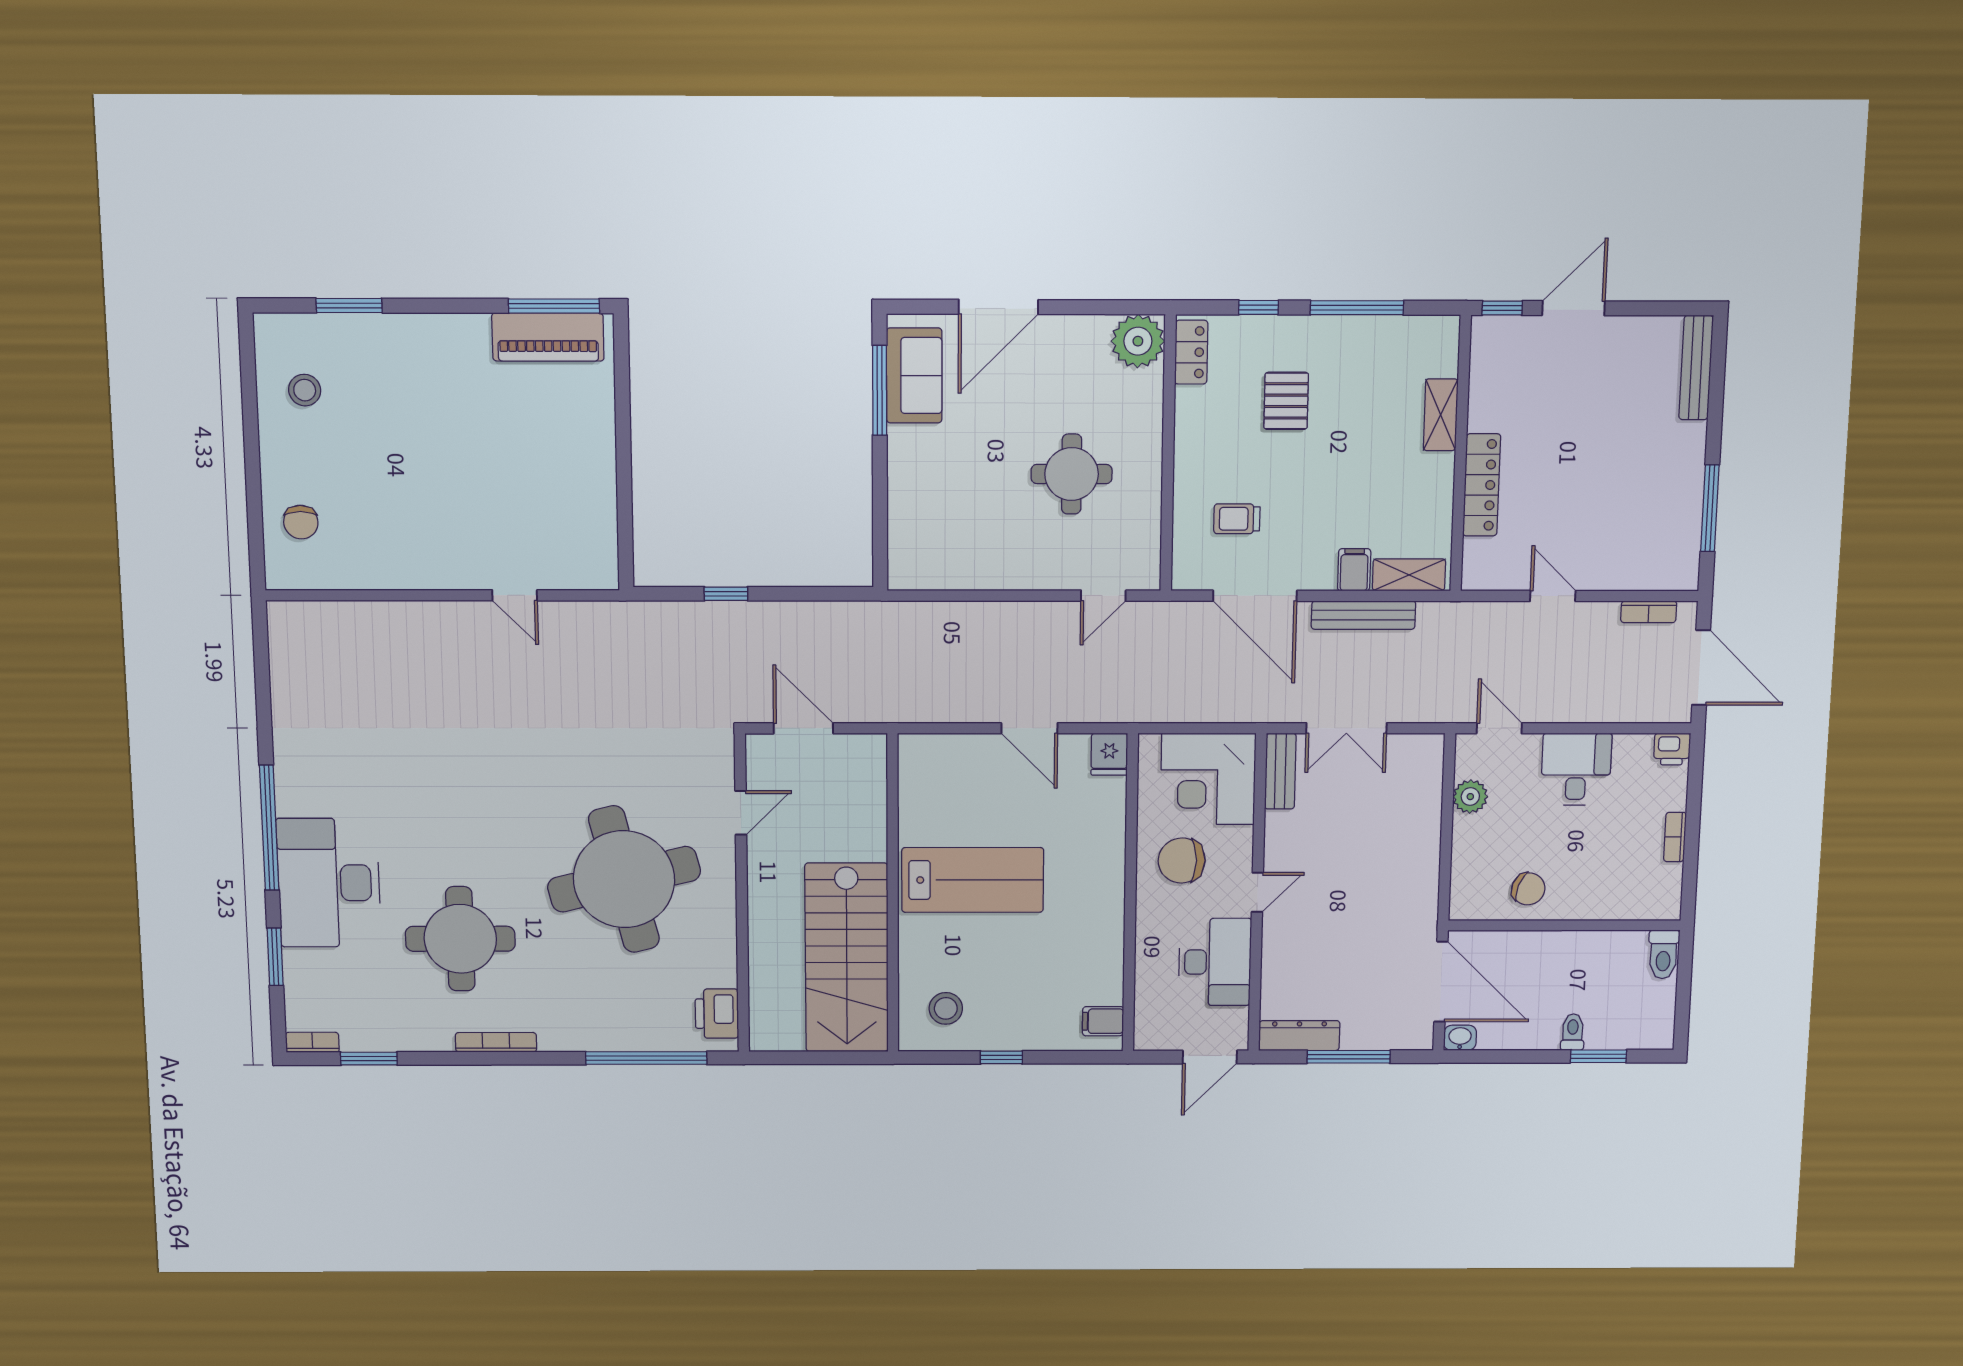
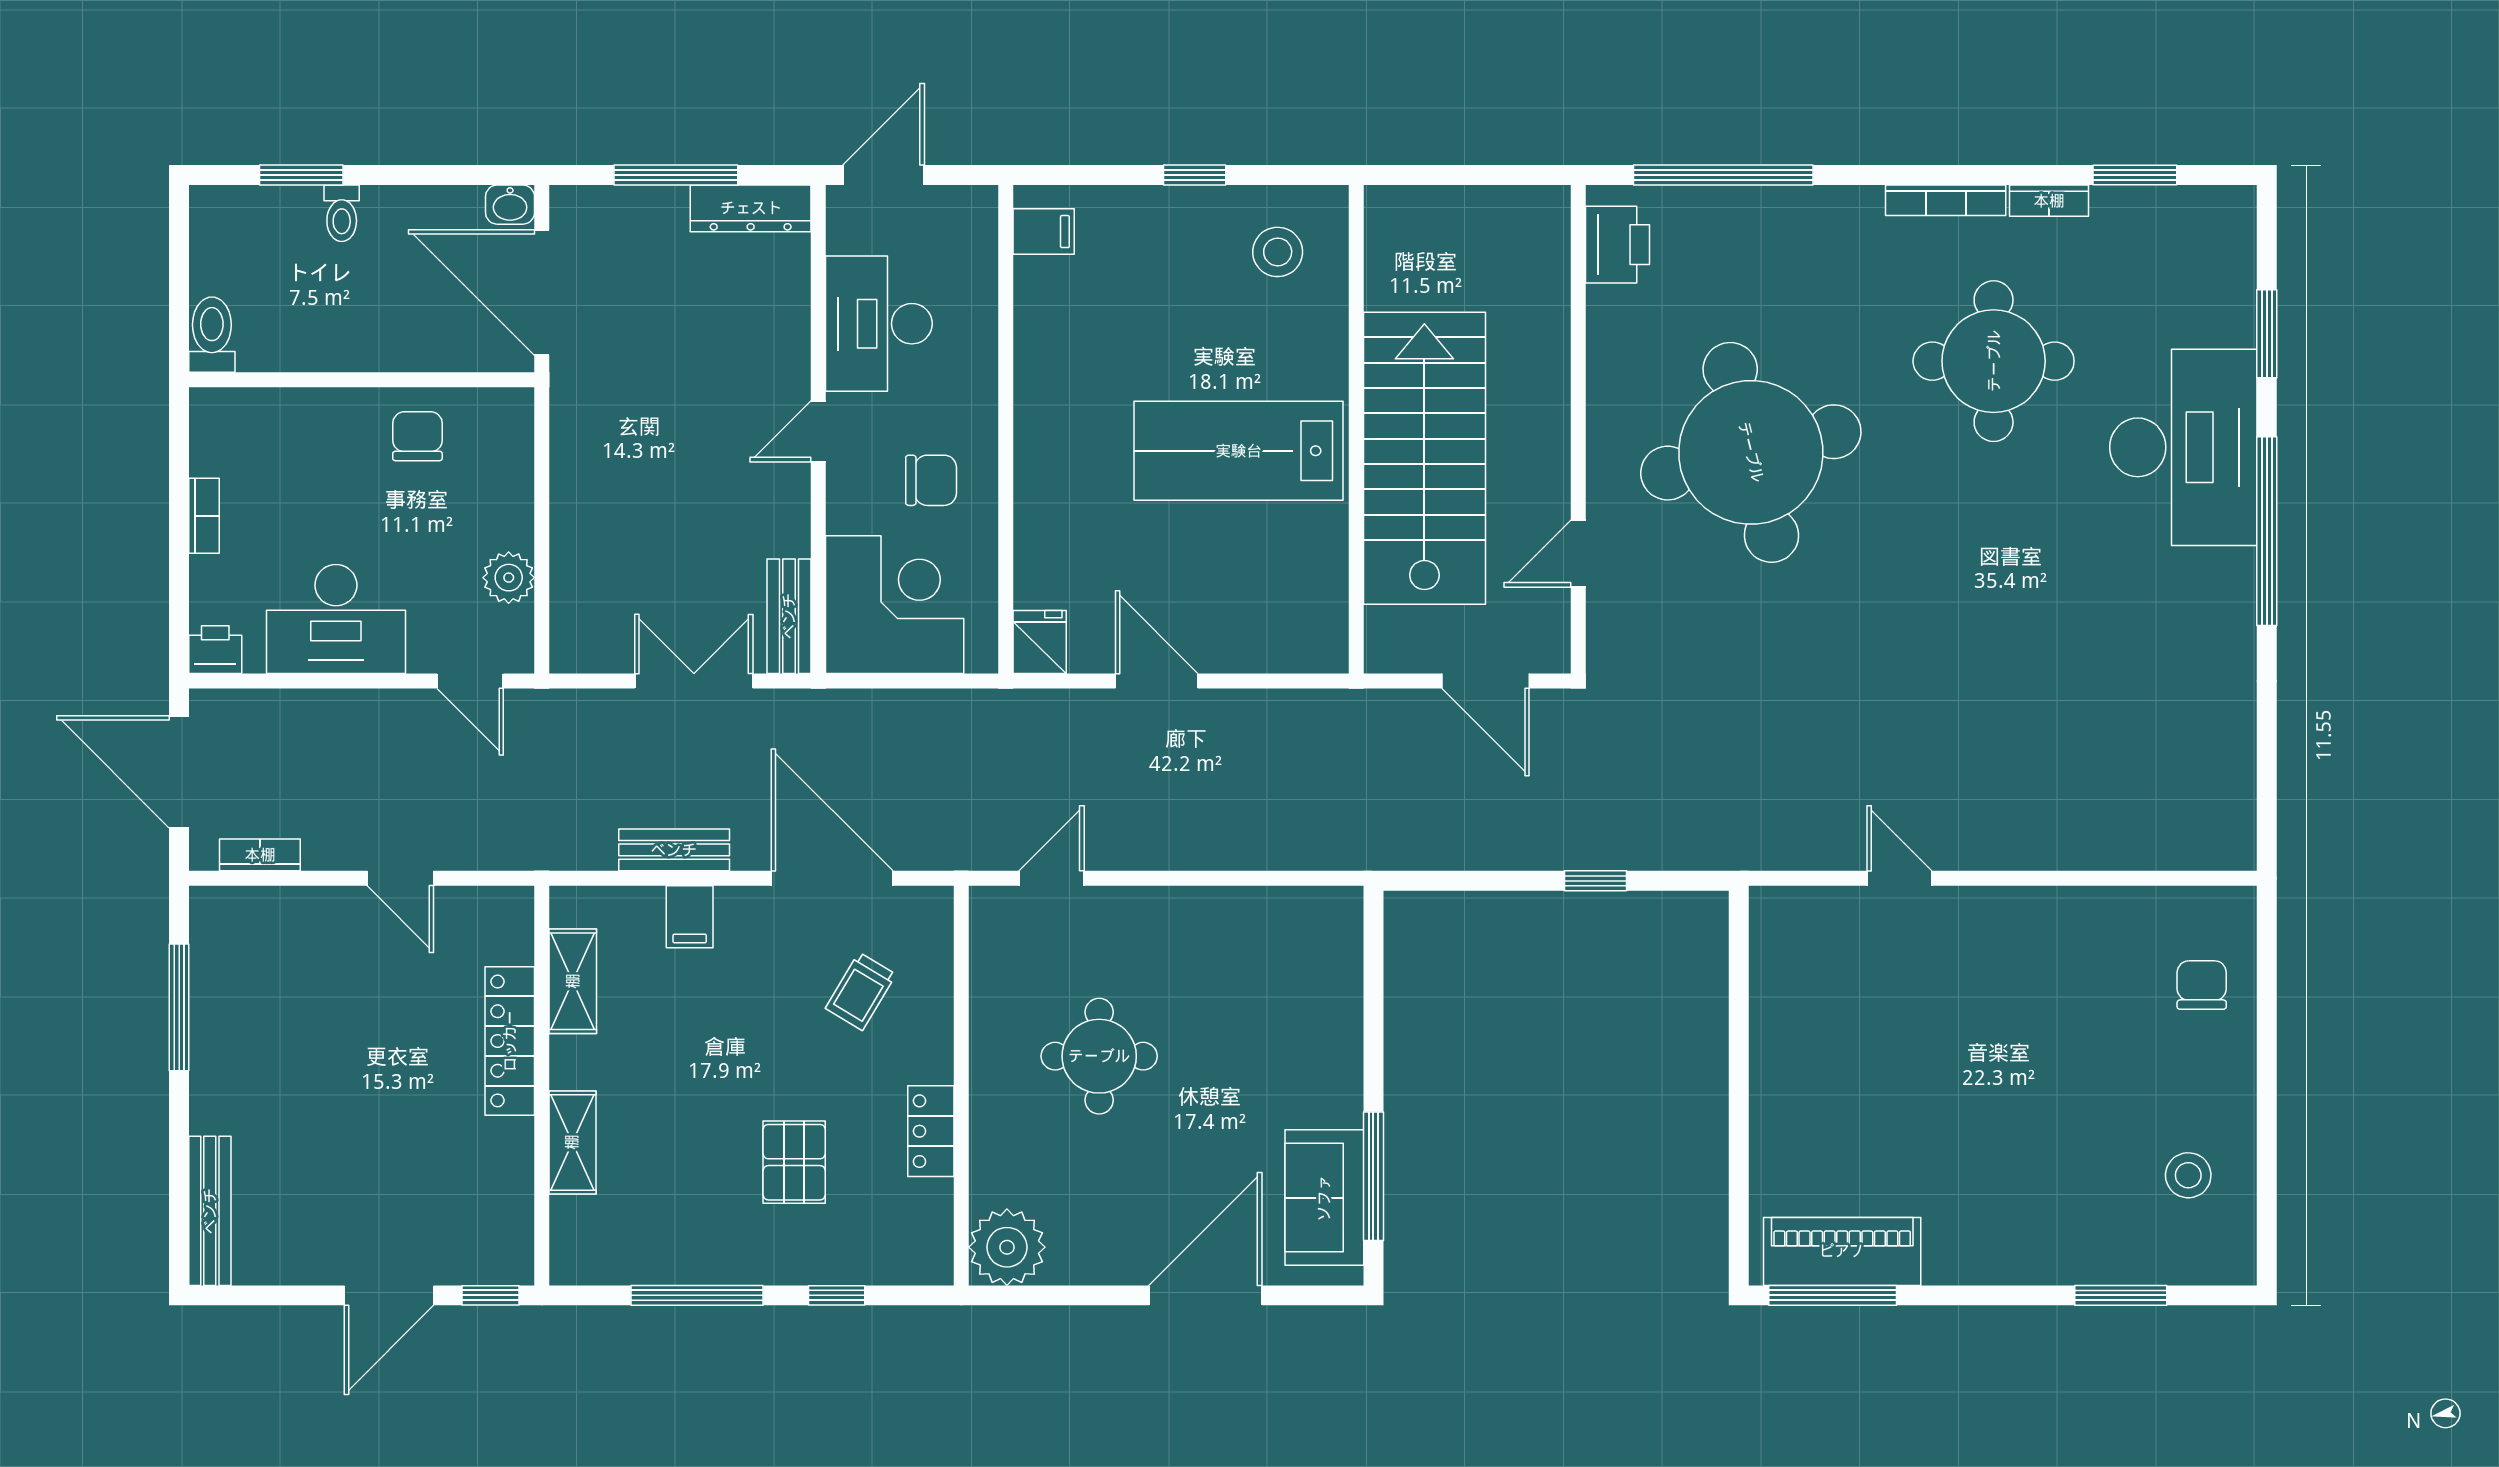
locker: (1191, 352) -> (931, 1131), moved
trolley: (1237, 519) -> (861, 991), turned 121
shelving: (1409, 575) -> (573, 981), moved, turned 90
bench: (1363, 615) -> (674, 850), width x0.73
desk: (1576, 769) -> (336, 619), width x1.37
chair: (1182, 861) -> (931, 480), width x0.73, depth x0.73
chair: (1528, 889) -> (417, 436), turned 70
stairs: (847, 958) -> (1424, 458), moved
bookcase: (312, 1042) -> (2049, 201), moved

